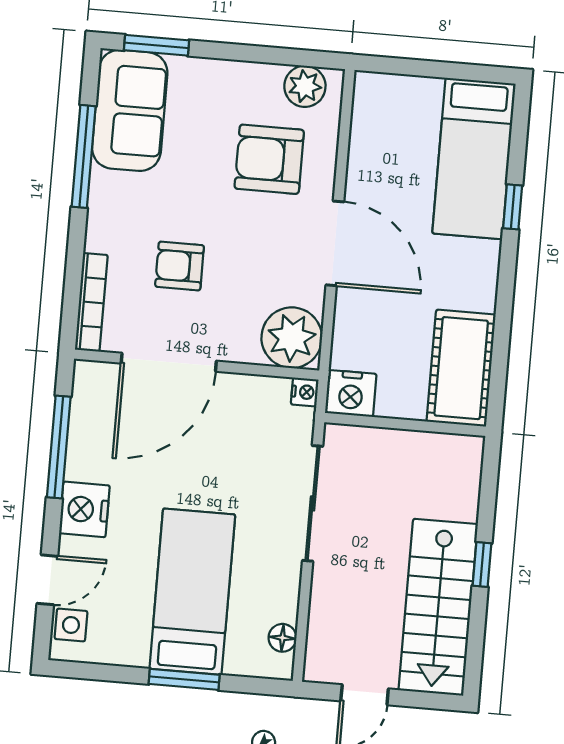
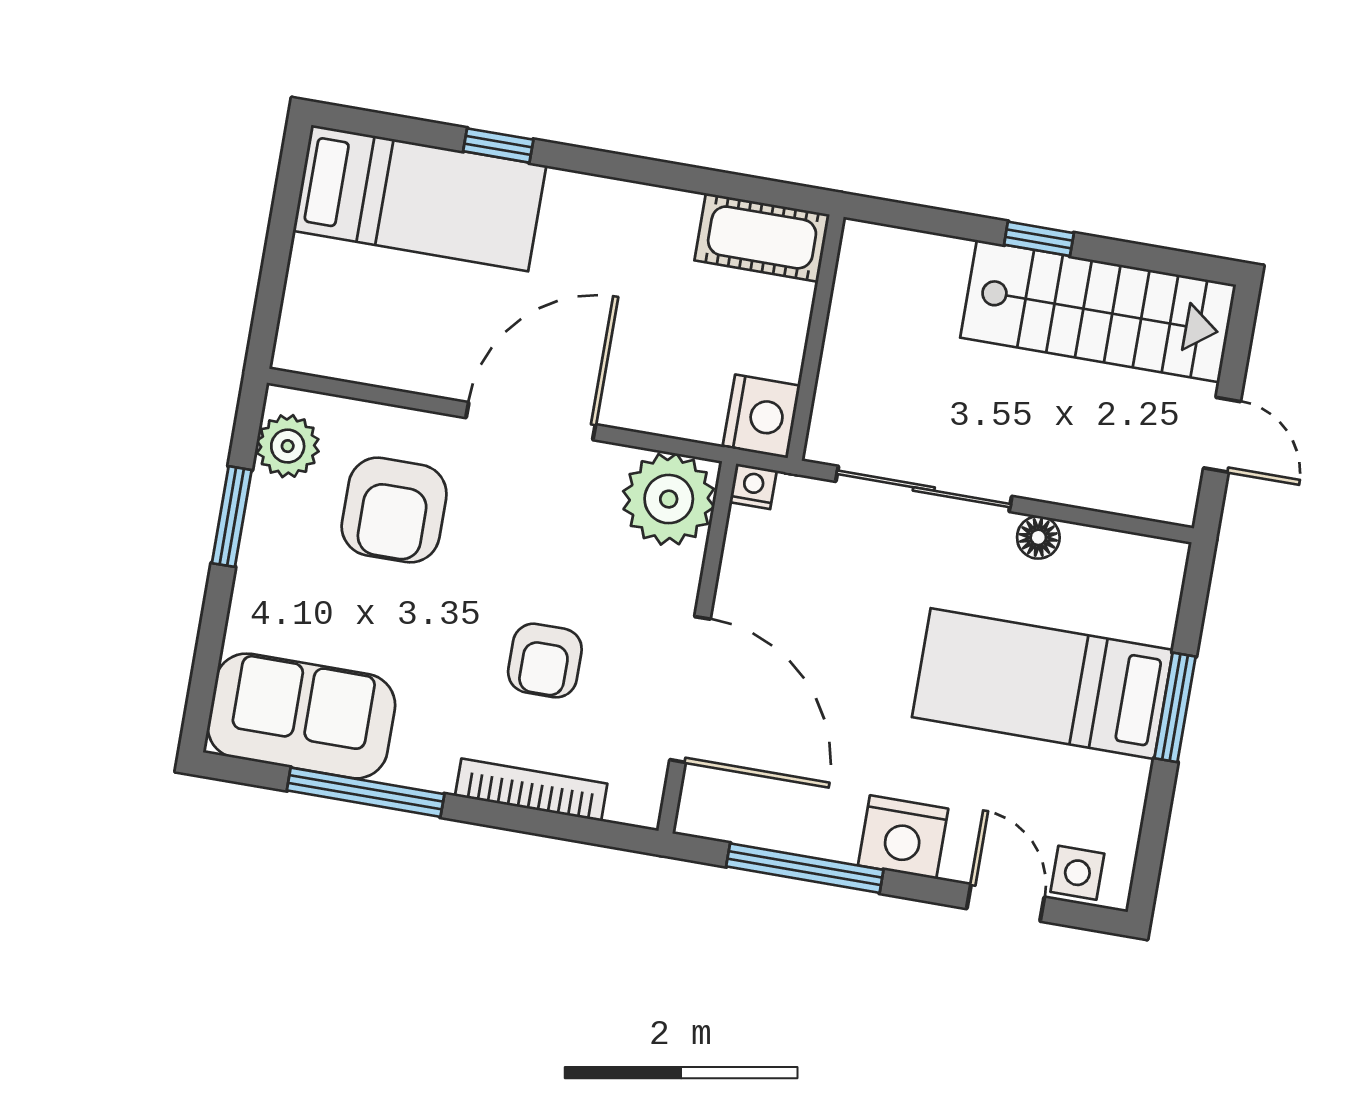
window: (157, 45) -> (232, 517), moved
bookcase: (91, 302) -> (531, 790), moved
cot: (461, 368) -> (762, 237), width x0.73, depth x0.75
floor lamp: (282, 638) -> (1038, 537), moved

